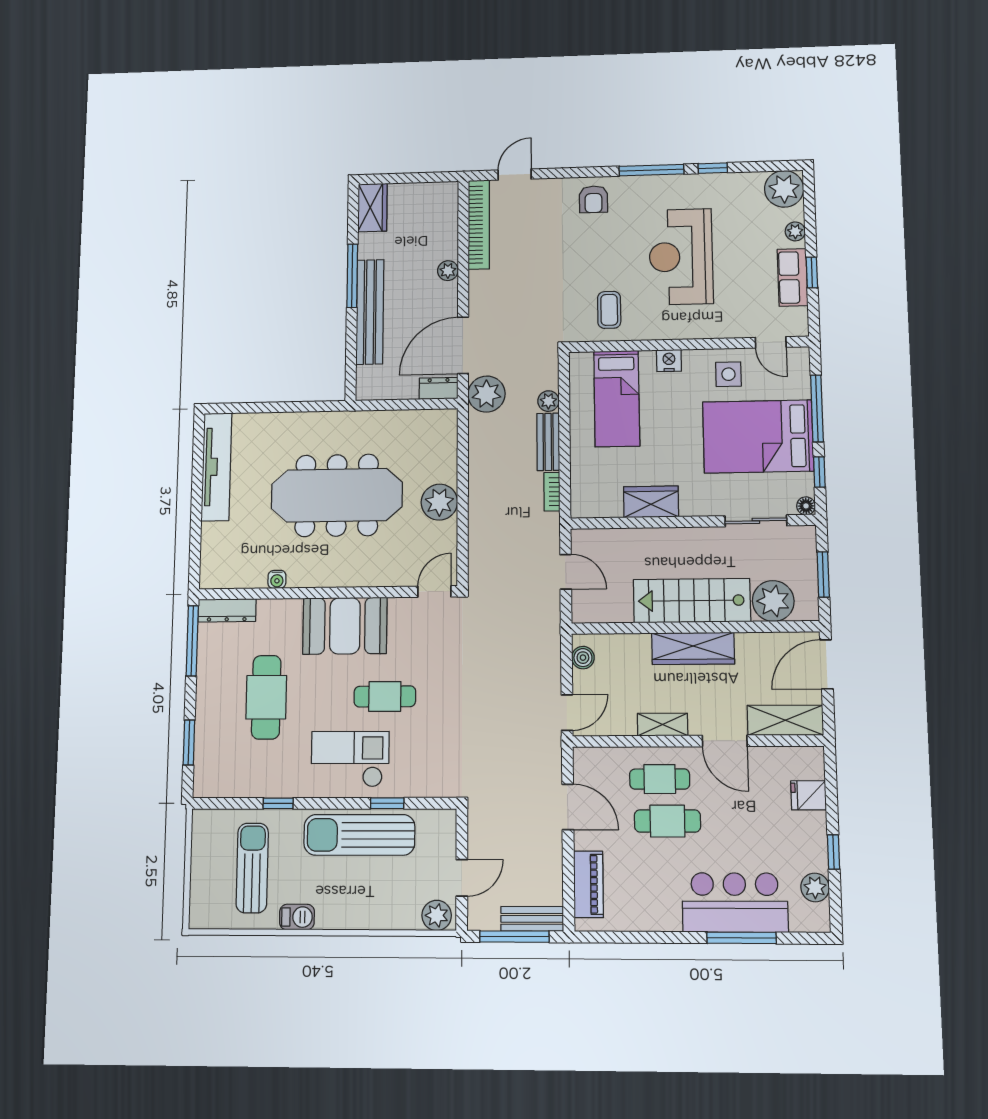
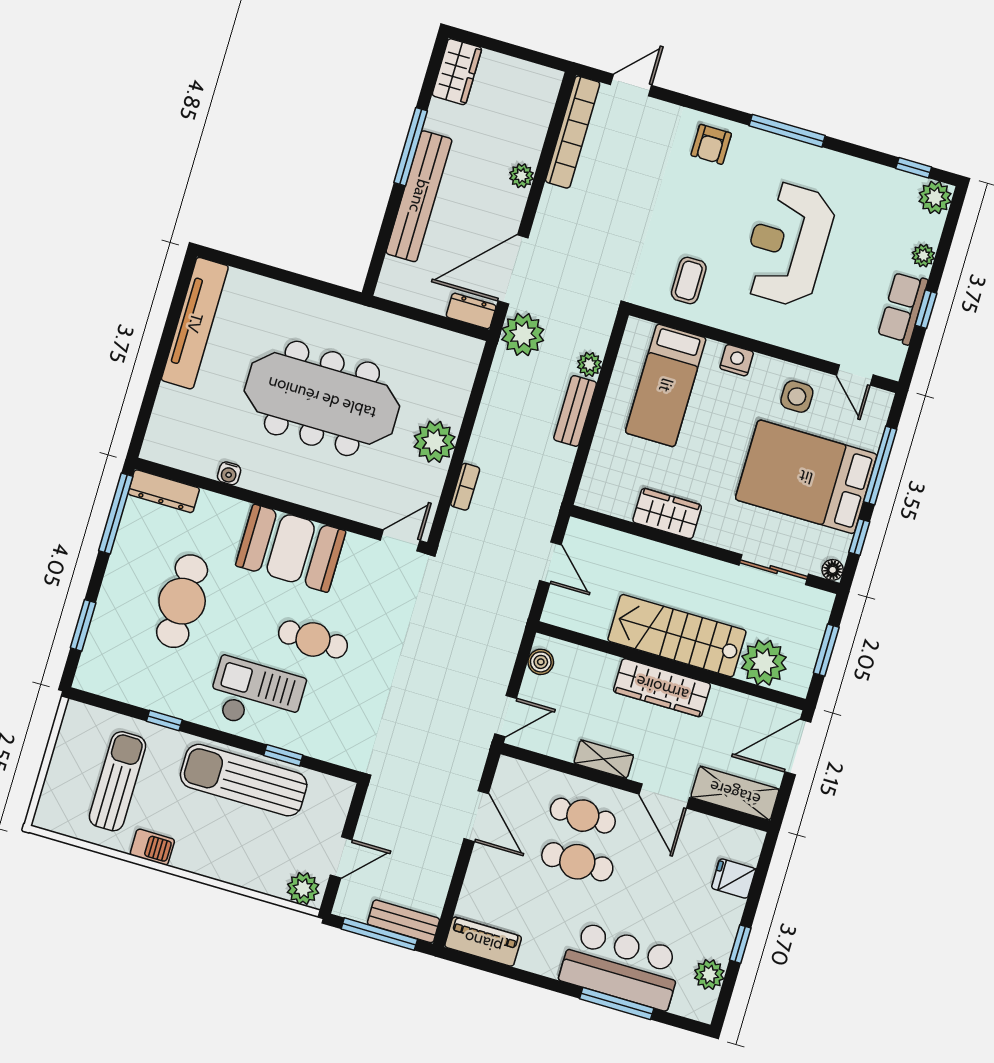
window: (713, 168) -> (914, 168), moved
plant: (784, 189) -> (935, 197), width x0.73, depth x0.73
bookcase: (552, 492) -> (465, 487), moved, turned 180
piano: (588, 884) -> (483, 942), moved, turned -90

